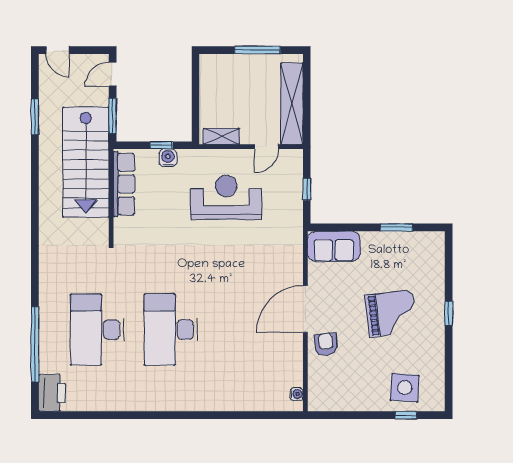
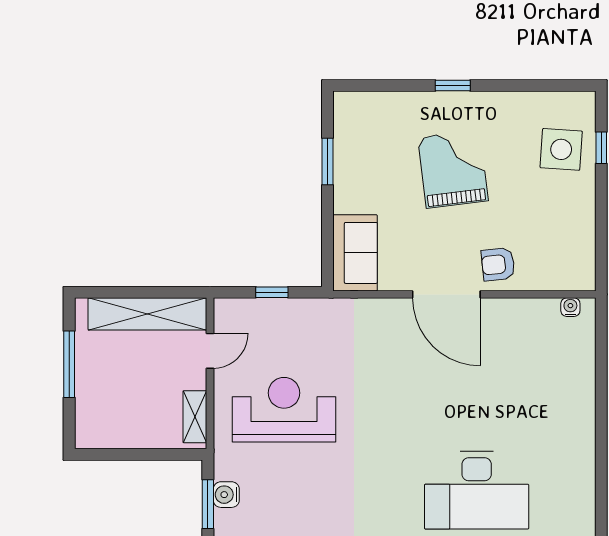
window: (161, 145) -> (208, 504), width x1.50
door: (267, 147) -> (210, 351), hinge flipped
reception desk: (226, 197) -> (284, 410), turned 90

